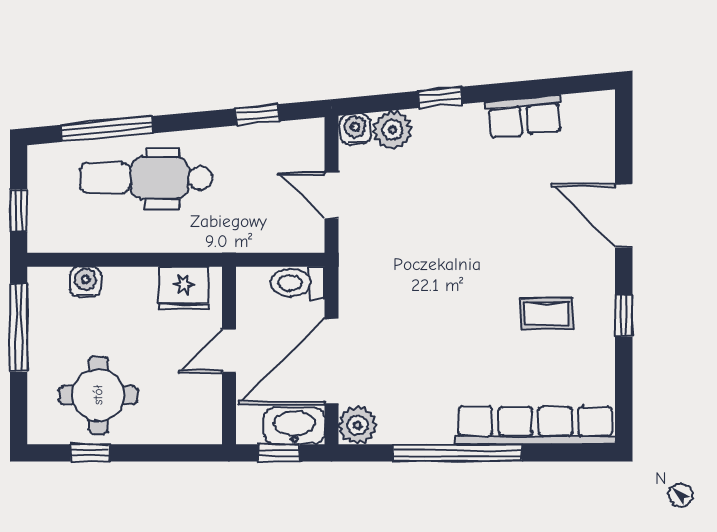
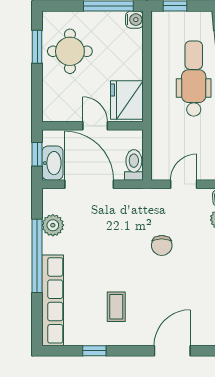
chair: (439, 234) -> (162, 245), added
water cooler: (85, 282) -> (134, 20), moved
fridge: (184, 288) -> (127, 100), width x1.36, depth x1.34
window: (624, 316) -> (94, 351), moved
plant: (358, 425) -> (53, 225), moved
window: (90, 453) -> (37, 47), width x1.50

